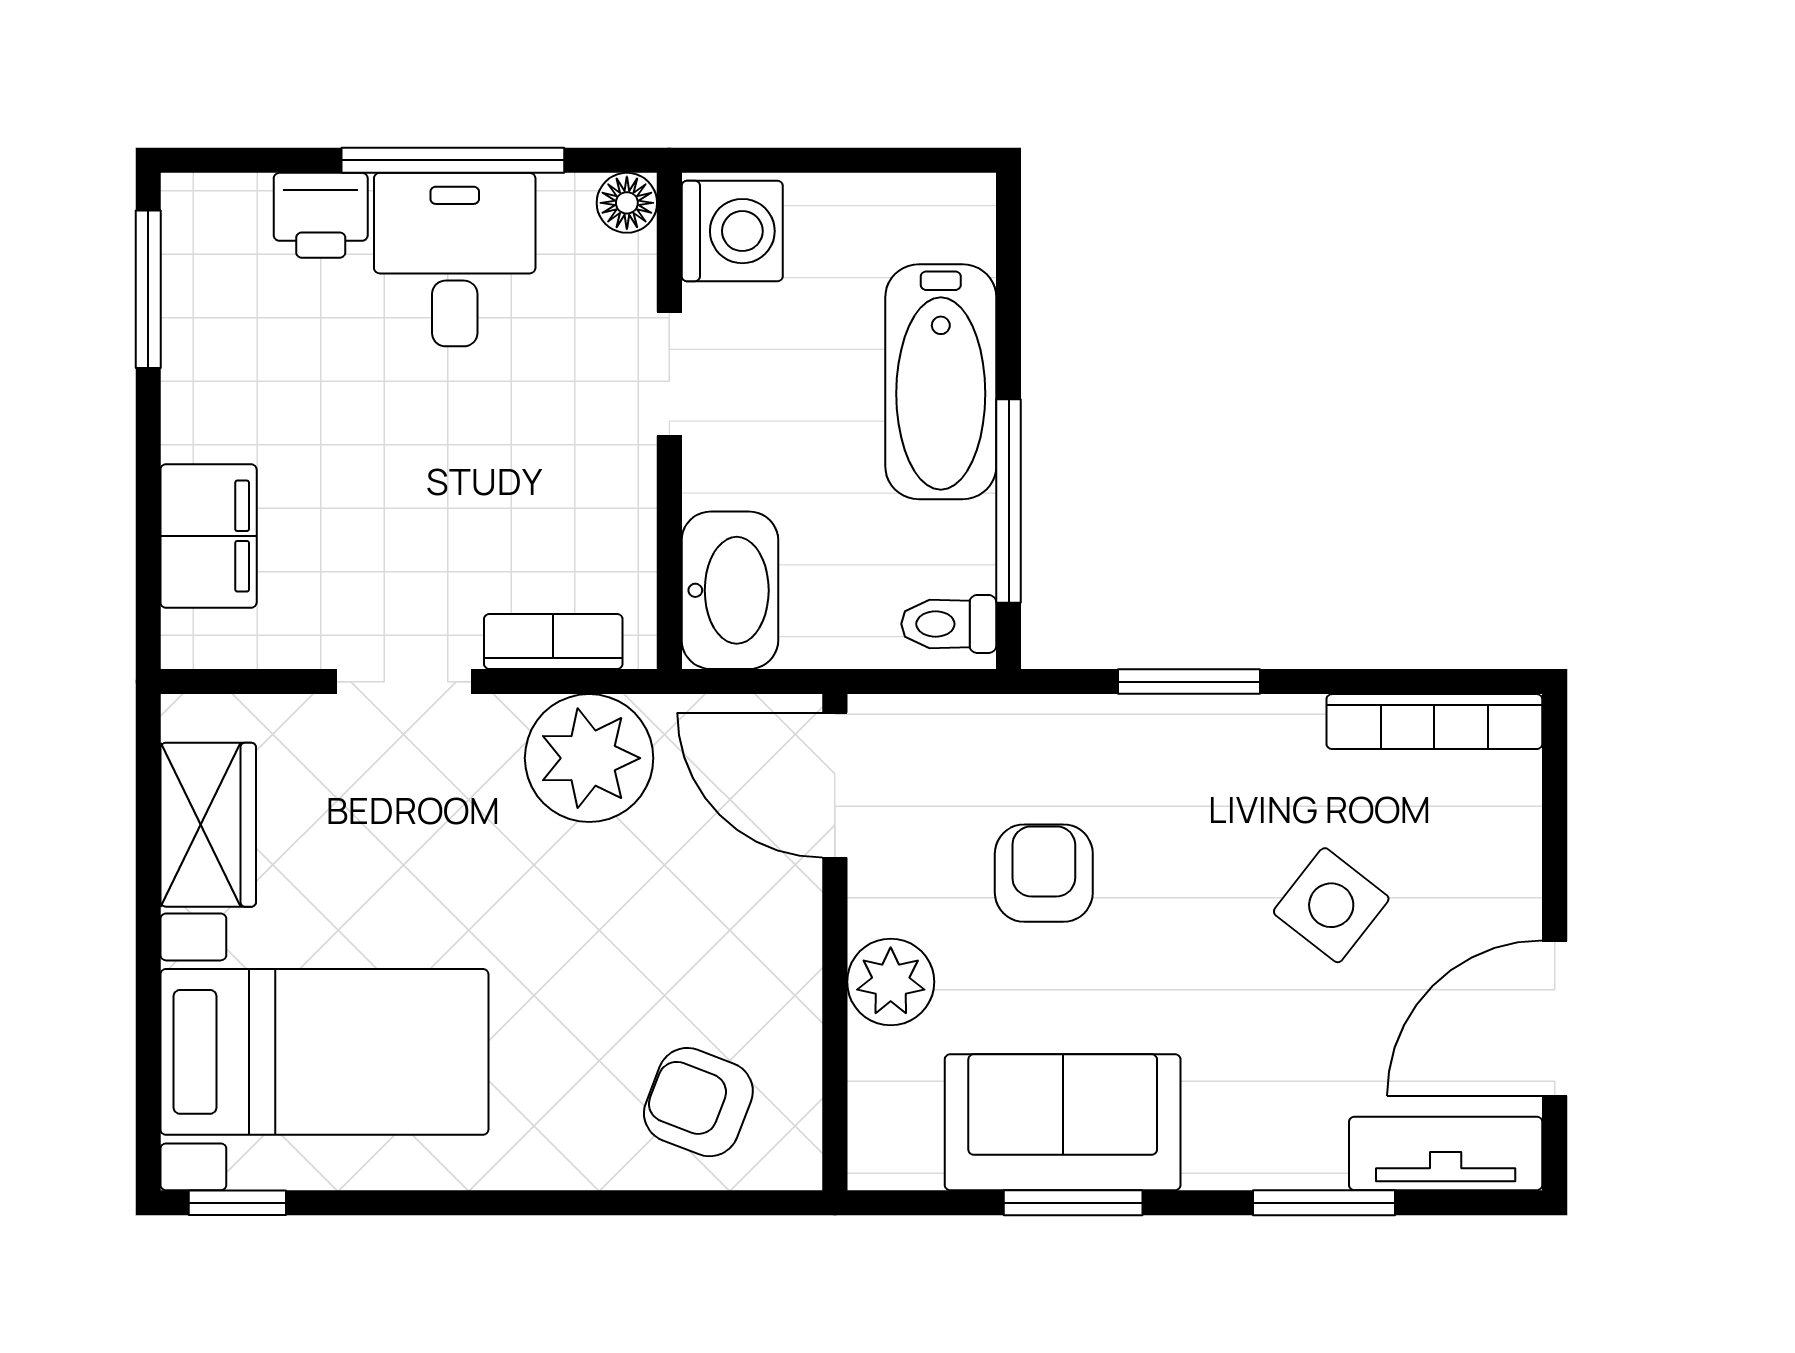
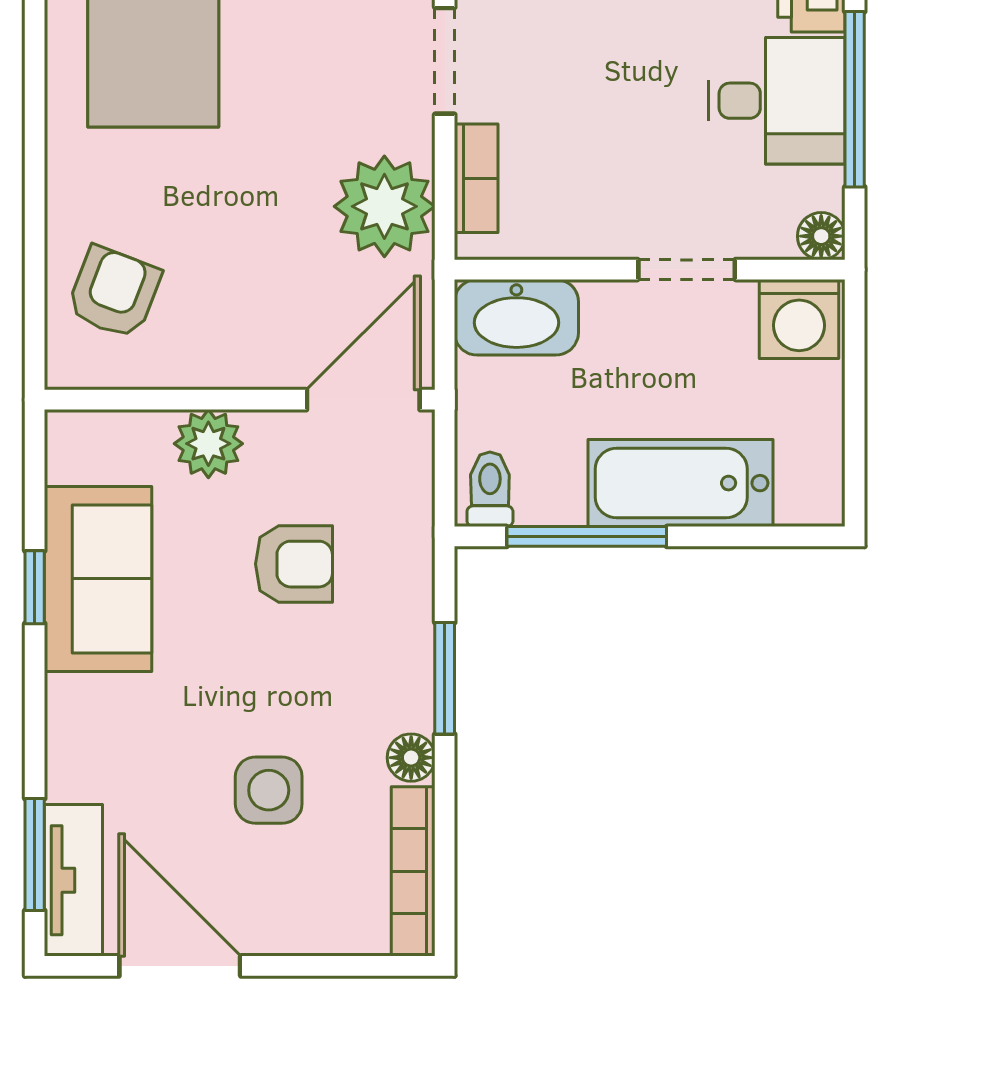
floor lamp: (1290, 724) -> (411, 758), added
side table: (1331, 905) -> (269, 790), turned -38
window: (1073, 1203) -> (35, 587), width x0.67
window: (1324, 1203) -> (35, 854), moved

